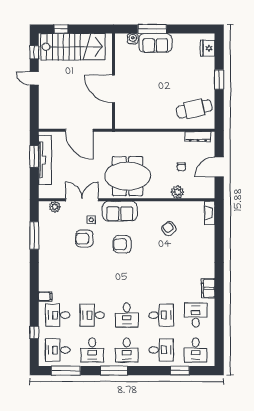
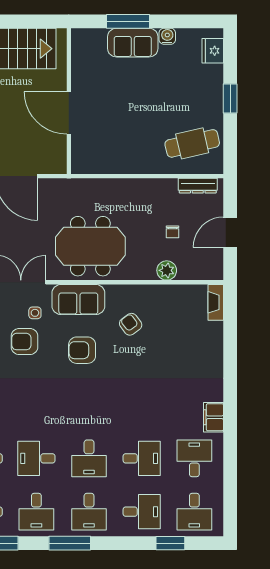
water cooler: (133, 39) -> (167, 36), moved
armchair: (169, 229) -> (131, 324), moved

